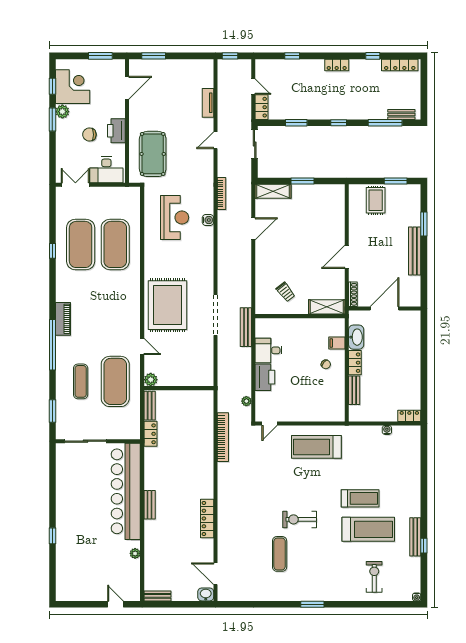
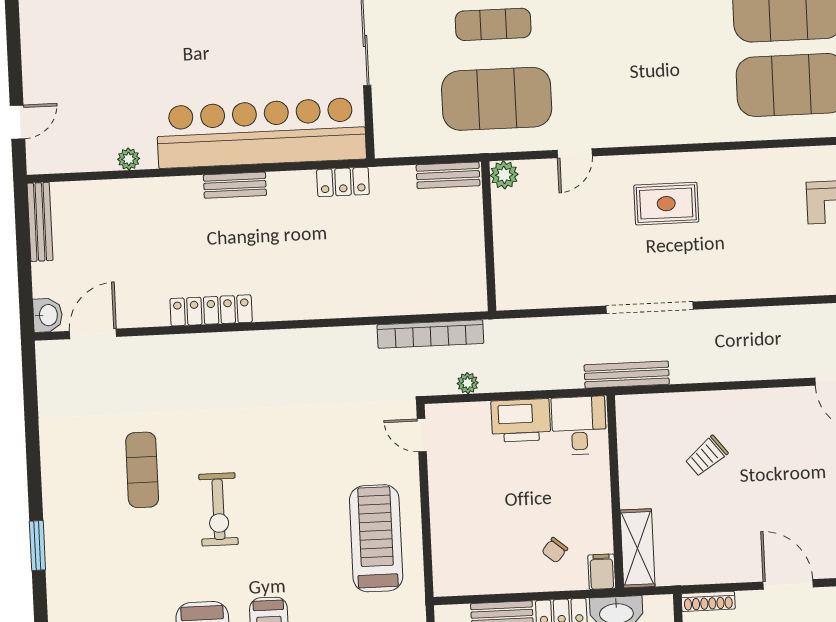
rug: (168, 305) -> (666, 204), width x0.54, depth x0.49
shelving: (327, 307) -> (638, 548), moved
wall: (300, 316) -> (615, 492), moved
locker: (150, 434) -> (343, 182), moved
bookcase: (223, 437) -> (430, 334), moved
exercise bike: (300, 519) -> (218, 509), turned 180
exercise mat: (280, 554) -> (142, 470), turned 90
bench: (157, 596) -> (40, 222), width x1.36

